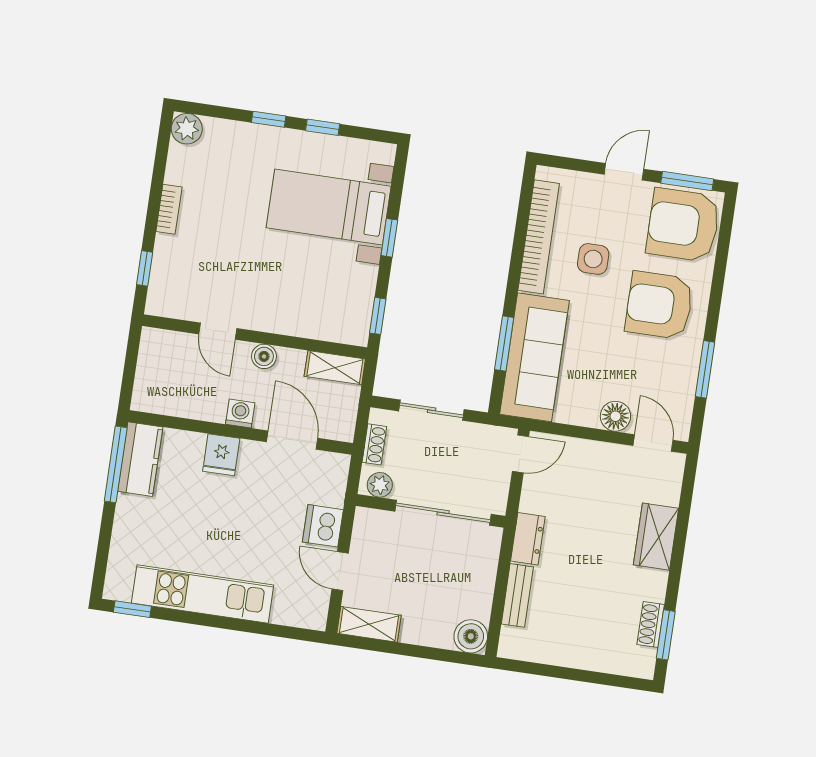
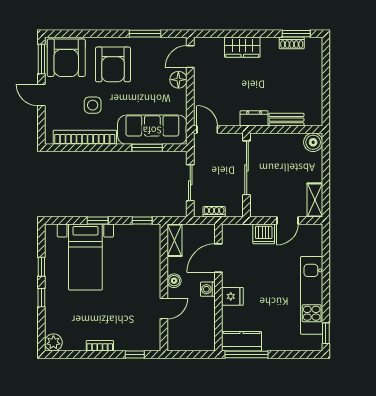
plant: (380, 485) -> (236, 205), removed

